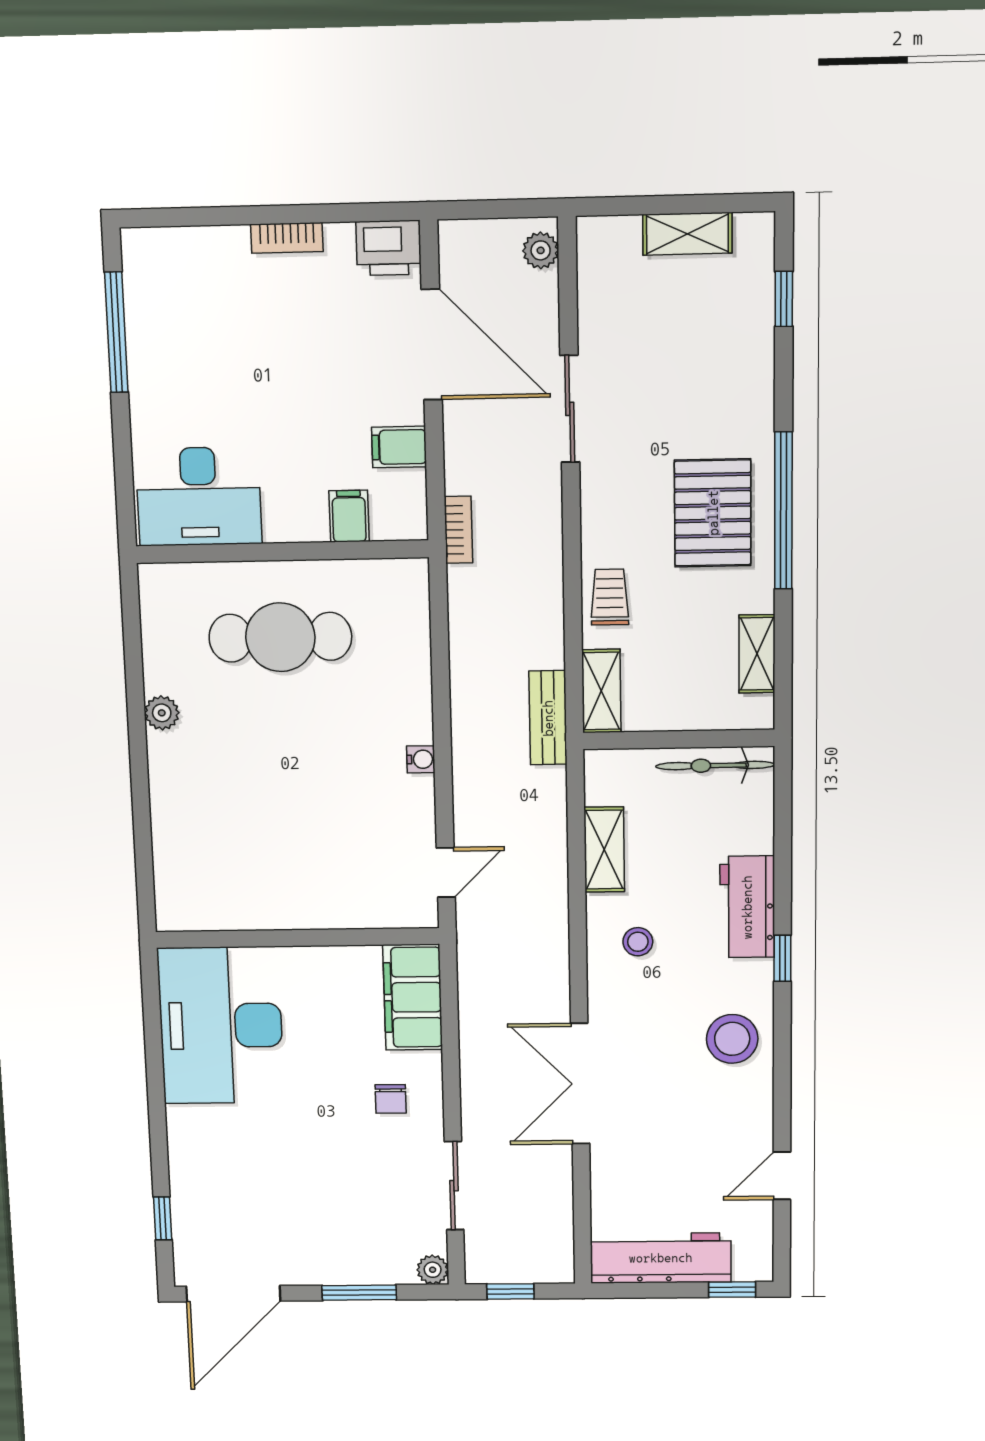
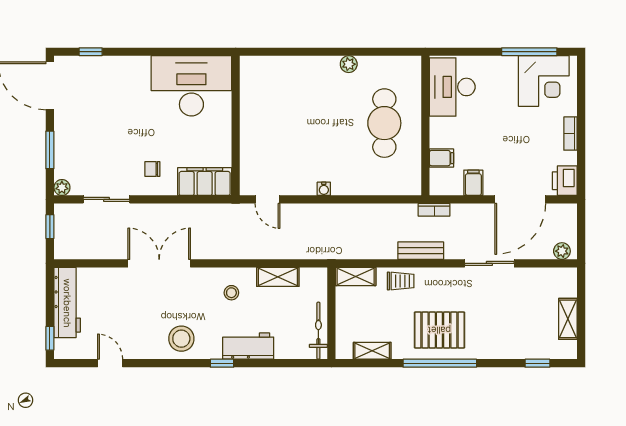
corner desk: (177, 299) -> (544, 81), added
bench: (548, 718) -> (421, 251), moved

